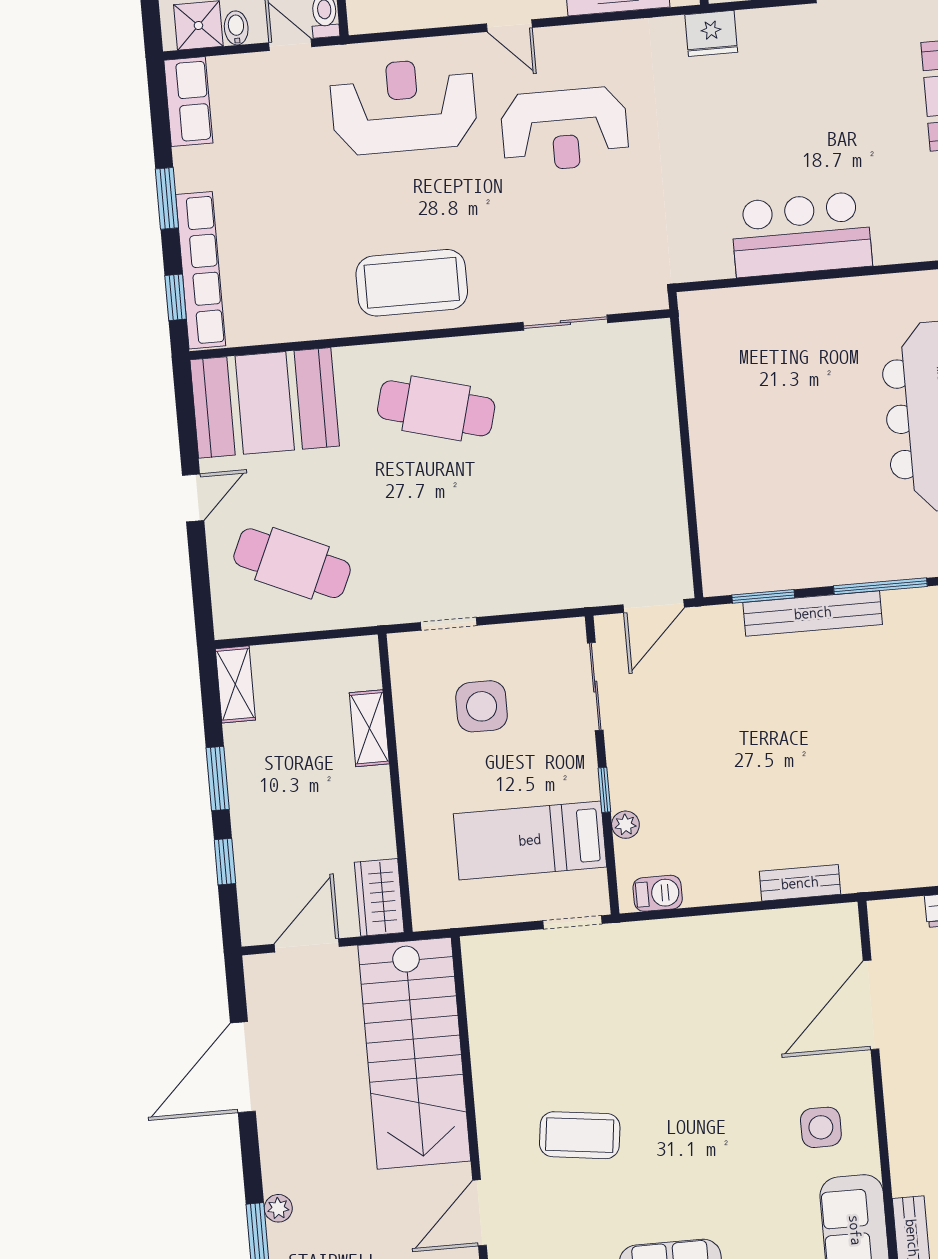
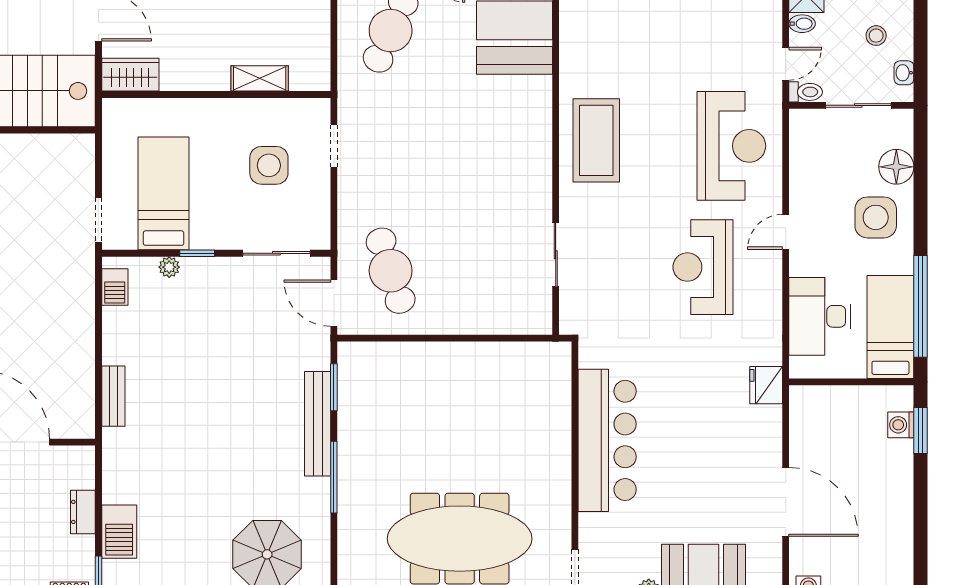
bar counter: (801, 234) -> (607, 440), width x1.36
cafe table: (436, 408) -> (391, 271), moved, turned -33

